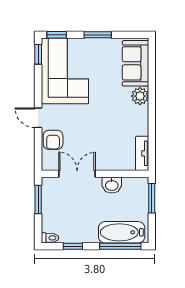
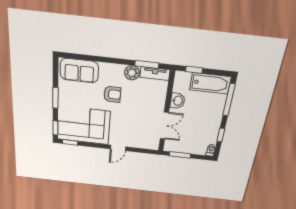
plant: (140, 96) -> (132, 73), moved
armchair: (53, 140) -> (112, 94), moved
window: (152, 142) -> (147, 64), added
double door: (77, 174) -> (164, 126), swing flipped
window: (152, 198) -> (194, 70), width x0.67
bathtub: (122, 232) -> (210, 83), moved, turned -90

